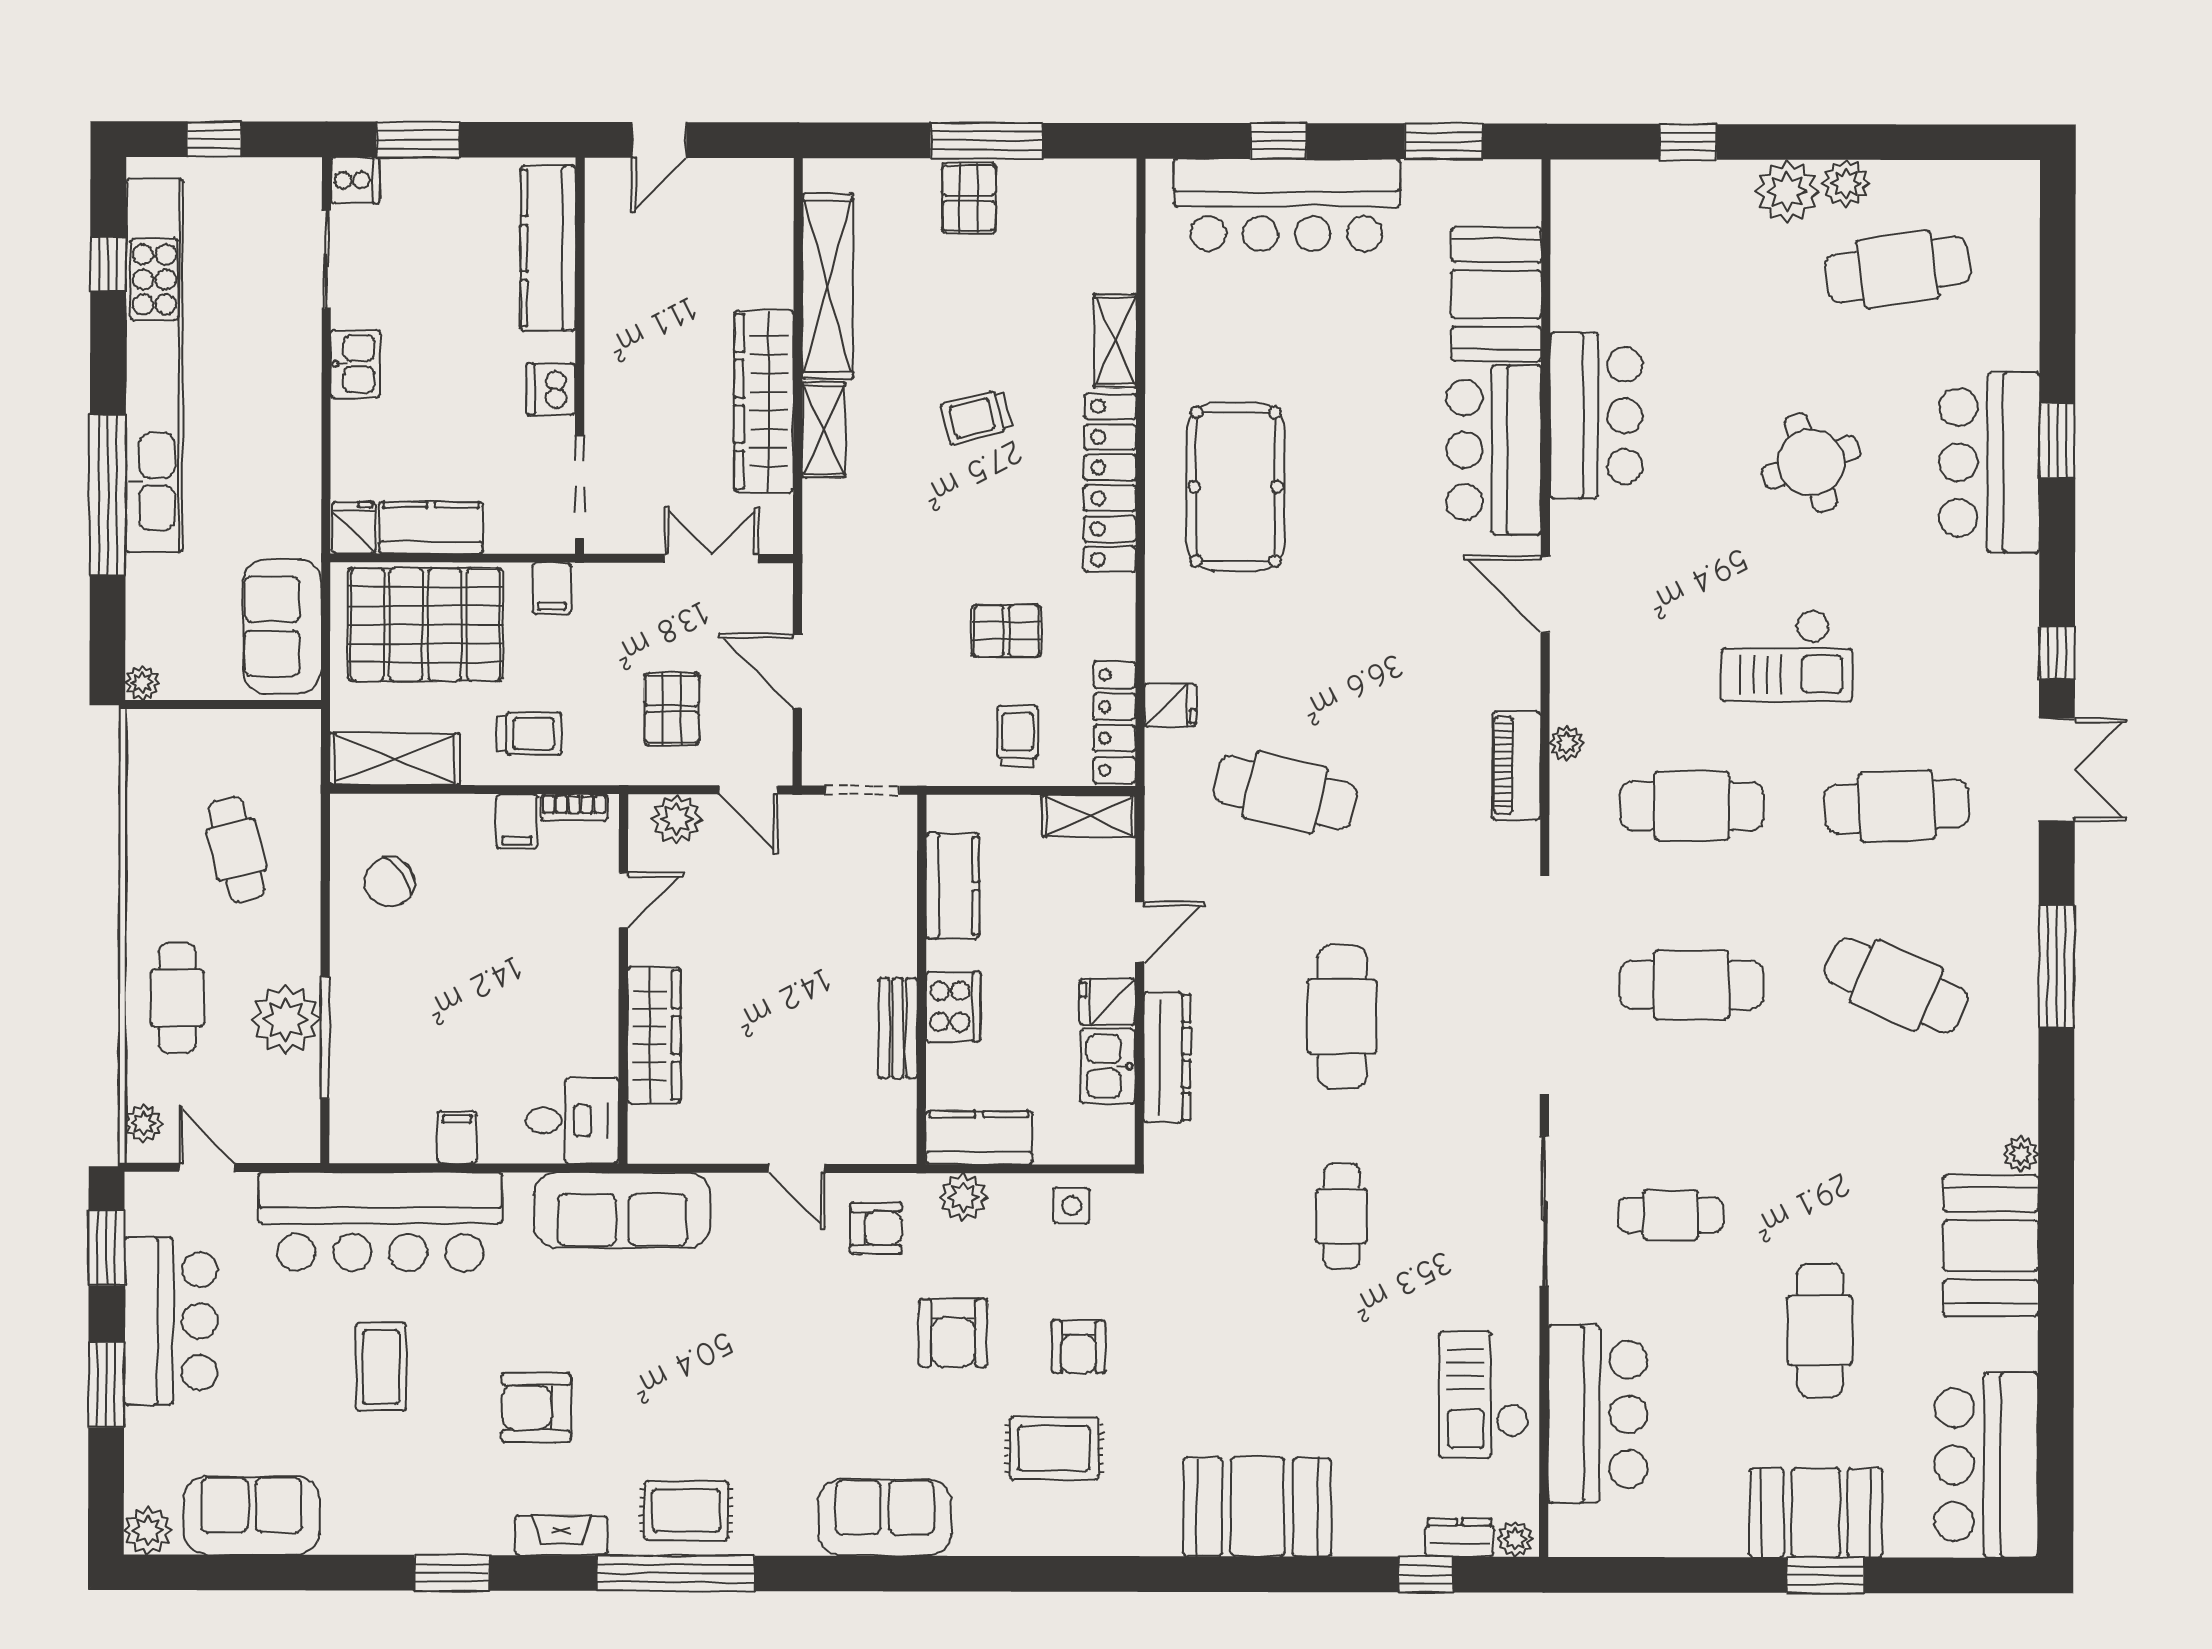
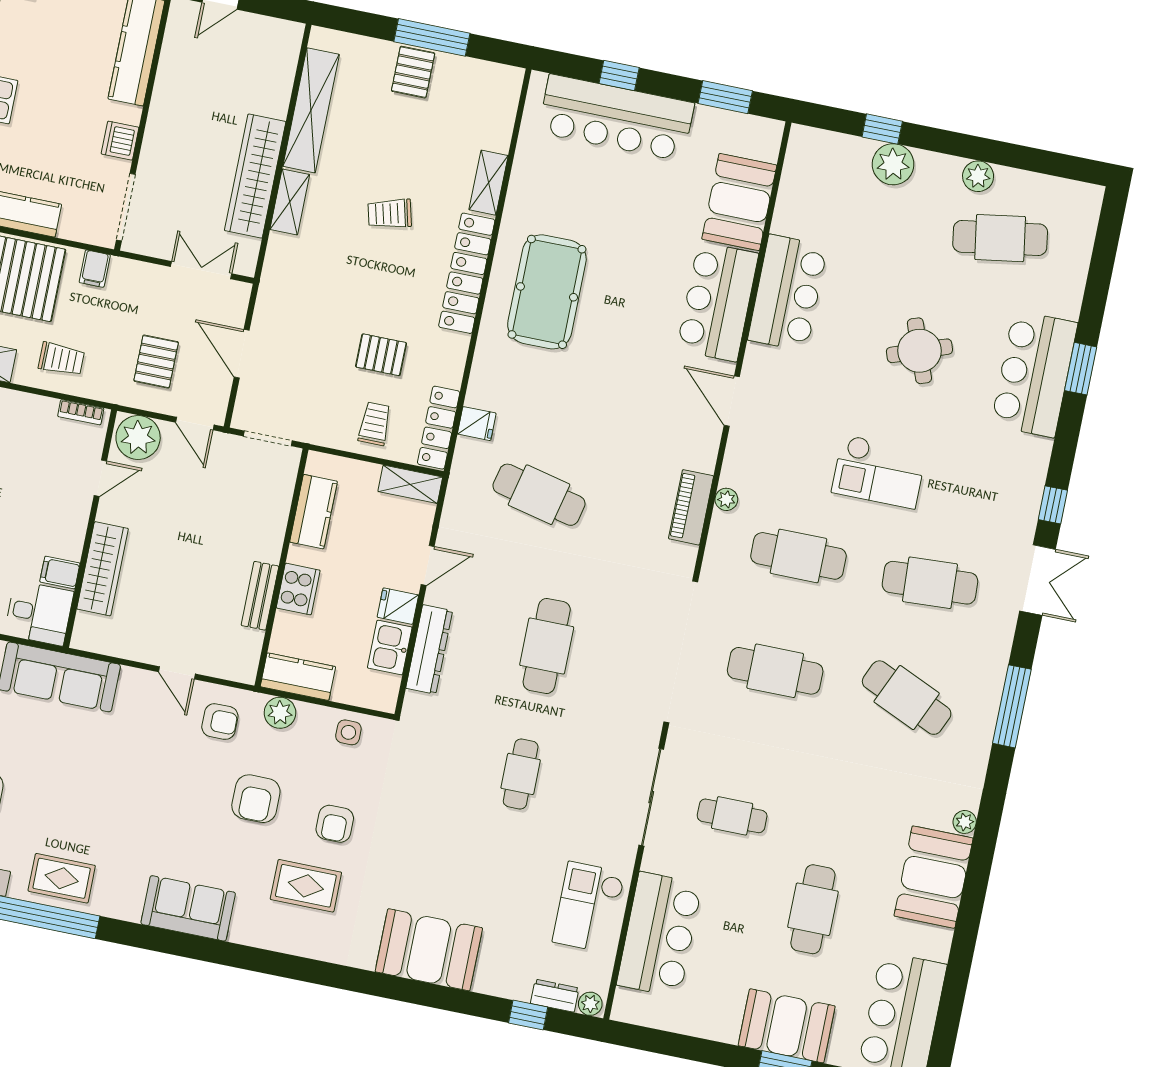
plant: (1787, 191) -> (893, 164), moved
plant: (677, 819) -> (138, 438), width x1.36, depth x1.36
filing cabinet: (517, 821) -> (60, 573), moved, turned 90

